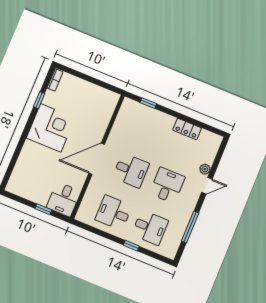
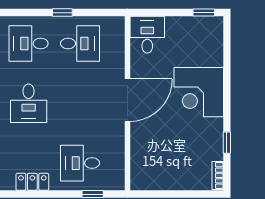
corner desk: (51, 128) -> (199, 92), moved
desk: (131, 170) -> (80, 163), moved
window: (43, 209) -> (204, 13), moved
window: (131, 246) -> (62, 13), moved

